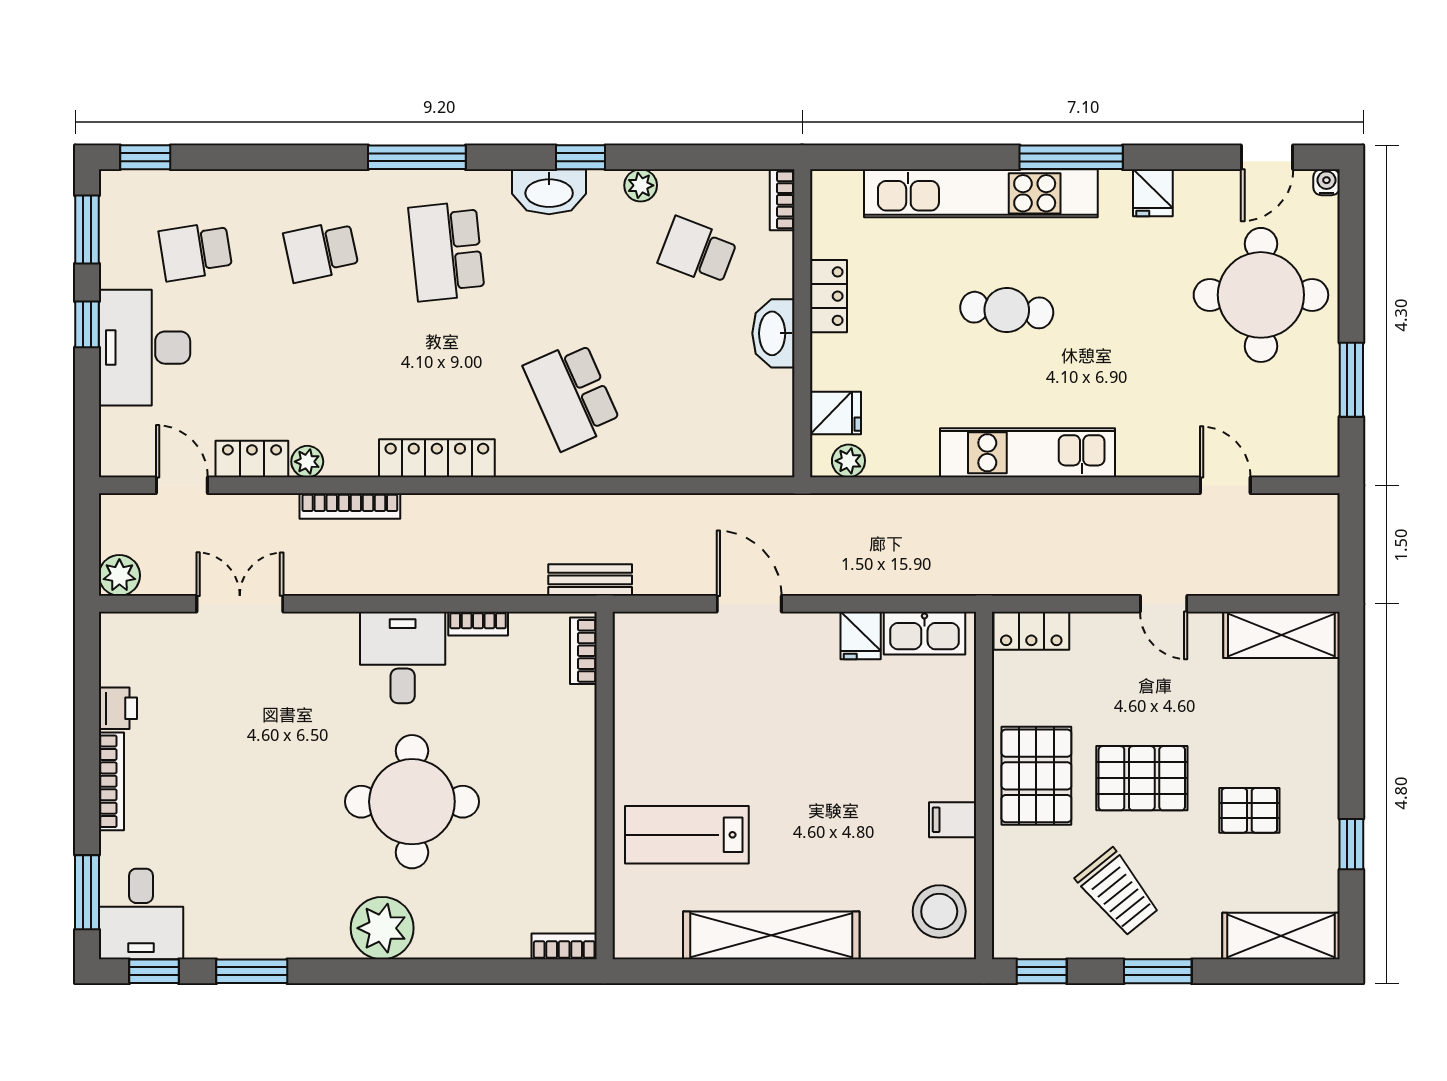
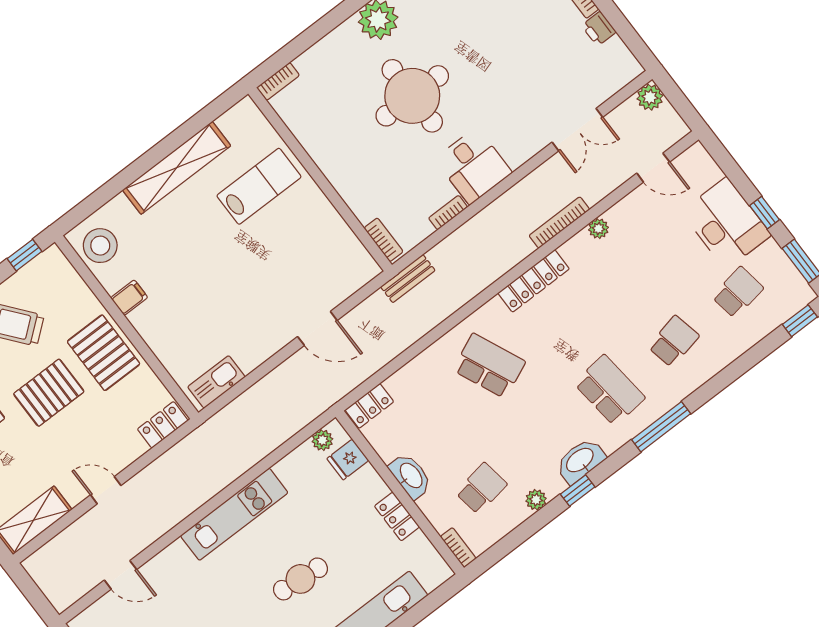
school desk: (698, 251) -> (481, 488), turned -30
locker: (252, 459) -> (369, 406), moved
fridge: (861, 635) -> (248, 356), removed

